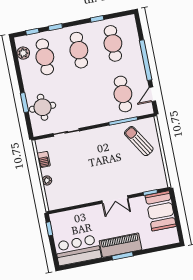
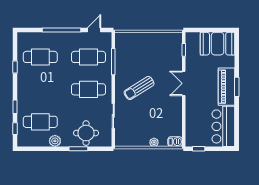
cafe table: (79, 50) -> (88, 89), moved
plant: (23, 53) -> (55, 141), moved
door: (152, 94) -> (94, 30), swing flipped
sun lounger: (139, 141) -> (139, 88), moved
barbecue: (43, 160) -> (175, 142), moved
double door: (115, 199) -> (184, 83), swing flipped
booth: (161, 211) -> (218, 44), moved

